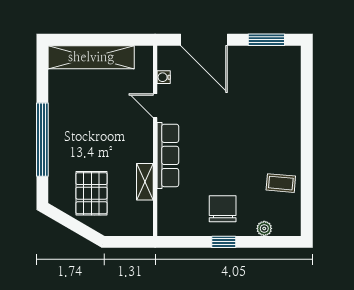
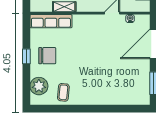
row of seats: (168, 155) -> (51, 21), moved
plant: (264, 228) -> (39, 86), width x1.88, depth x1.88

